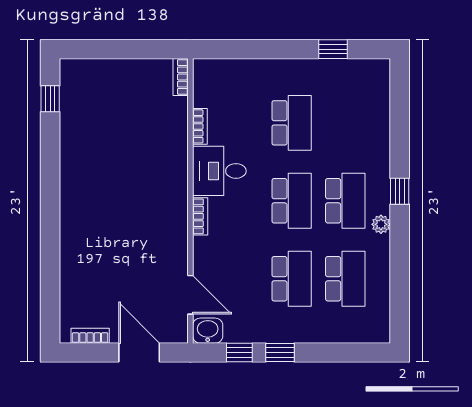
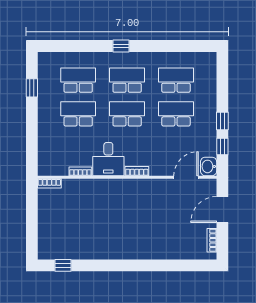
school desk: (345, 123) -> (78, 80), added
plant: (381, 224) -> (142, 58), removed

